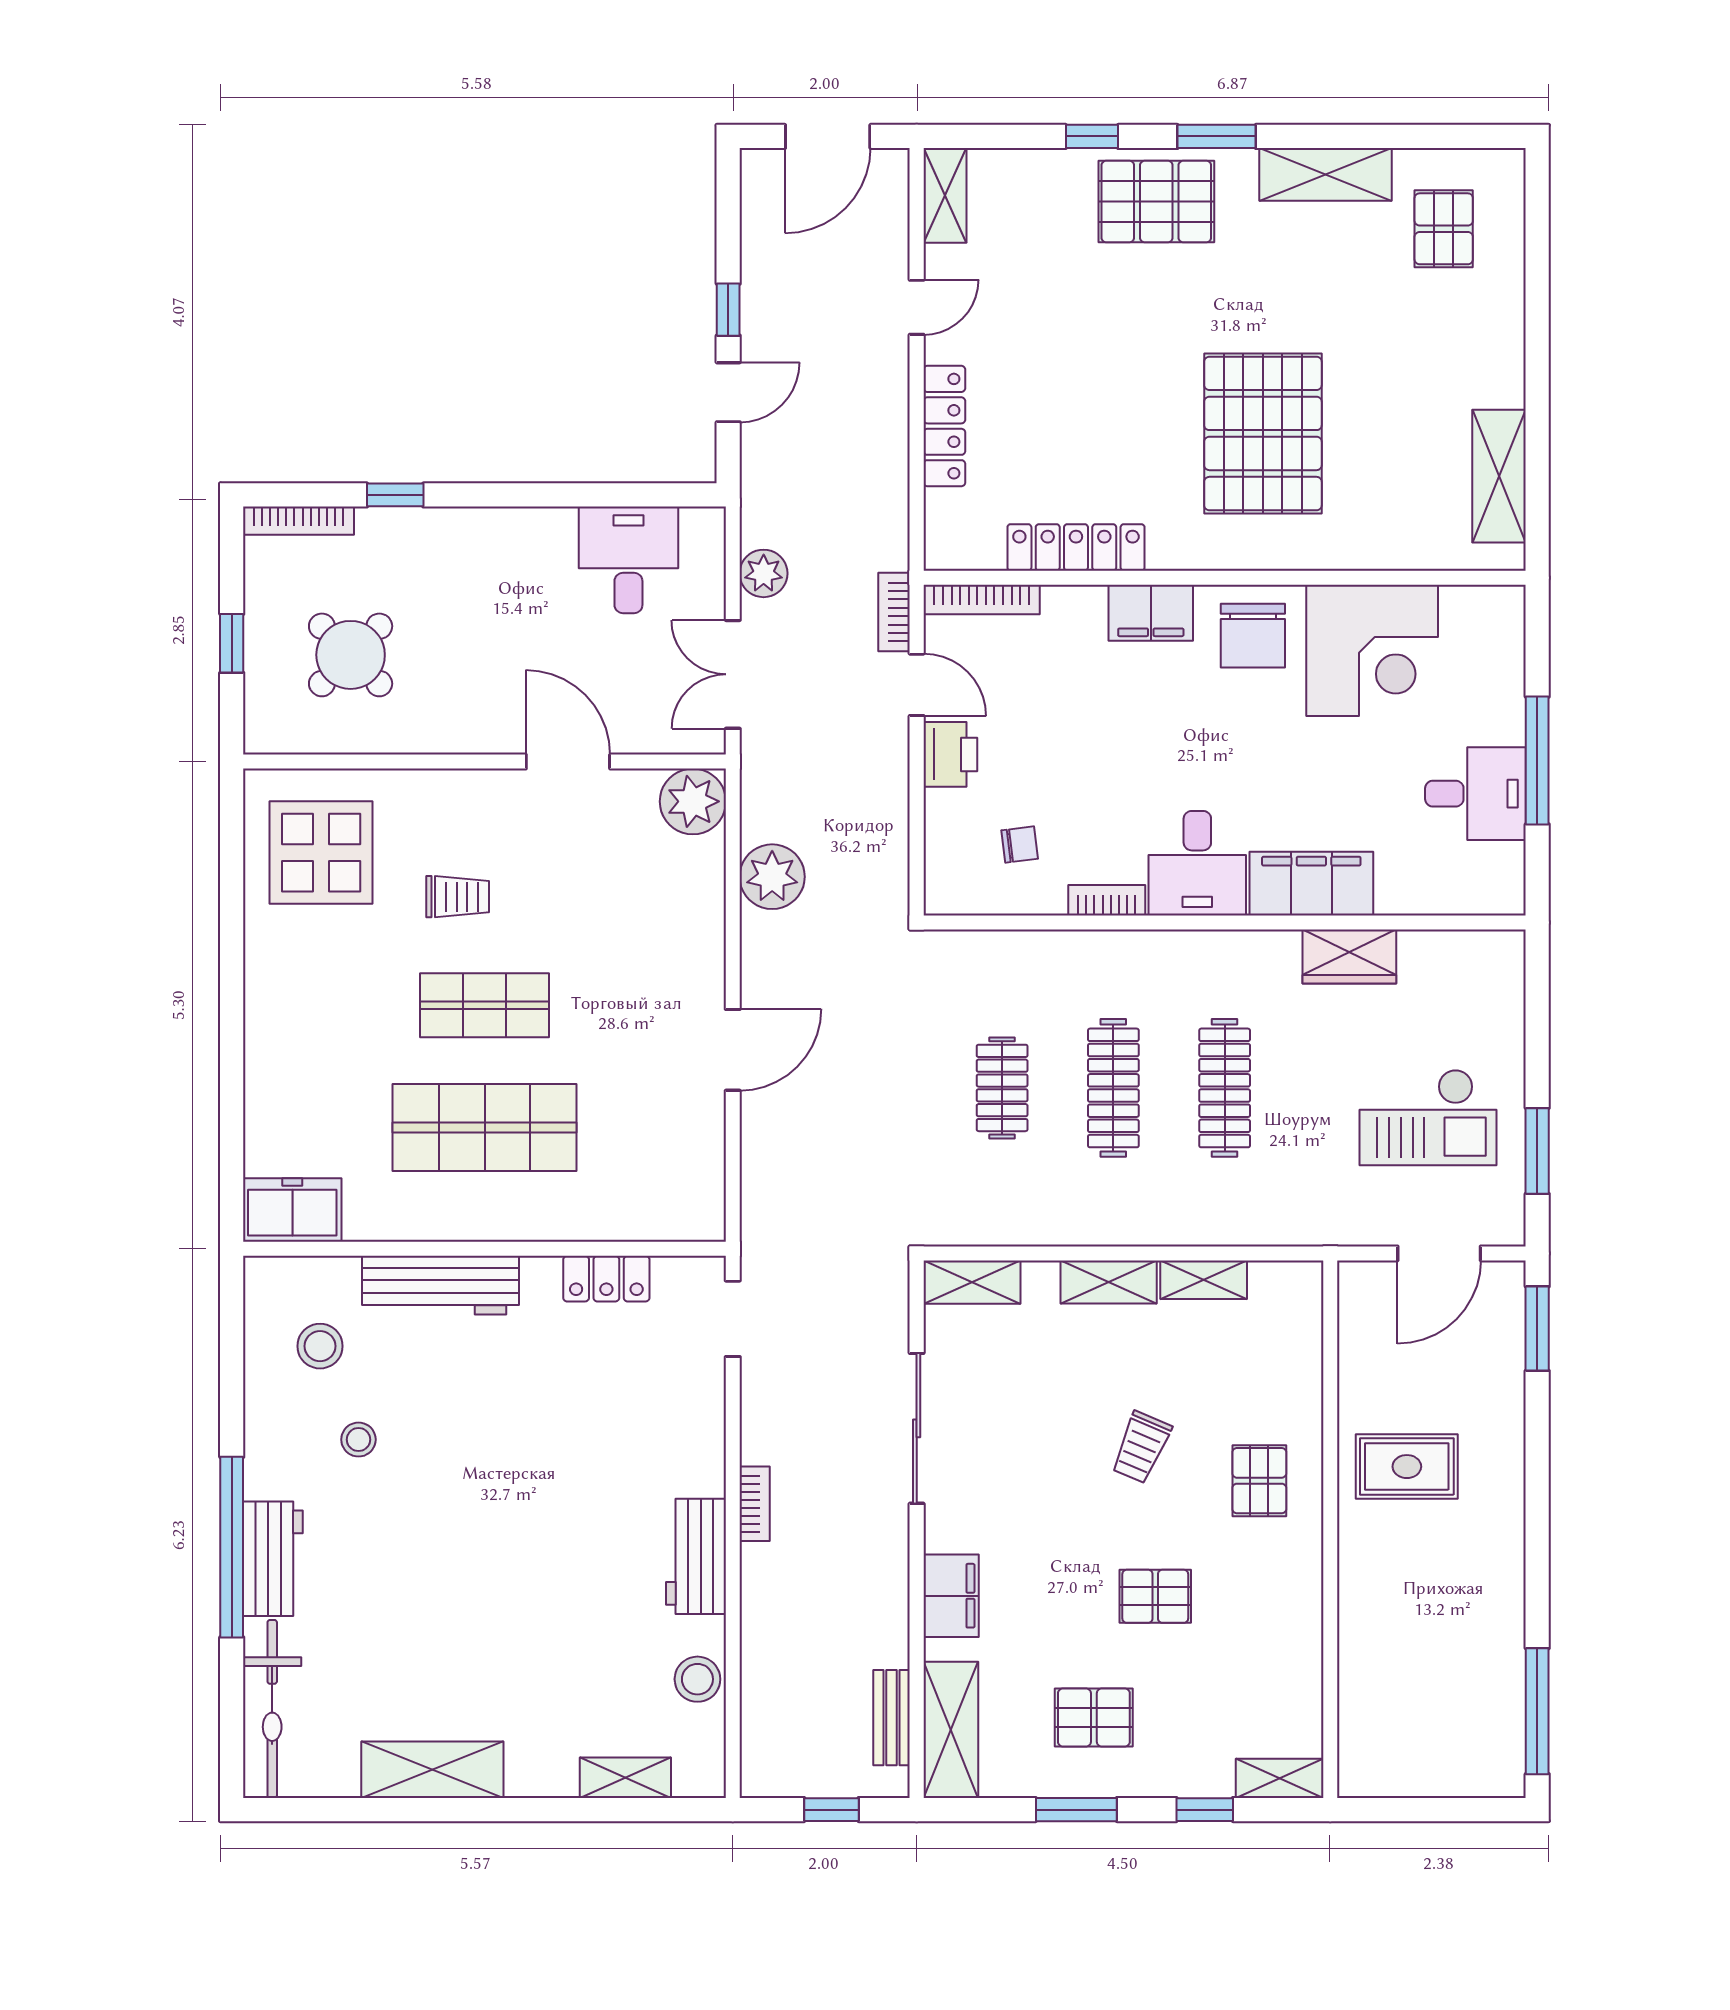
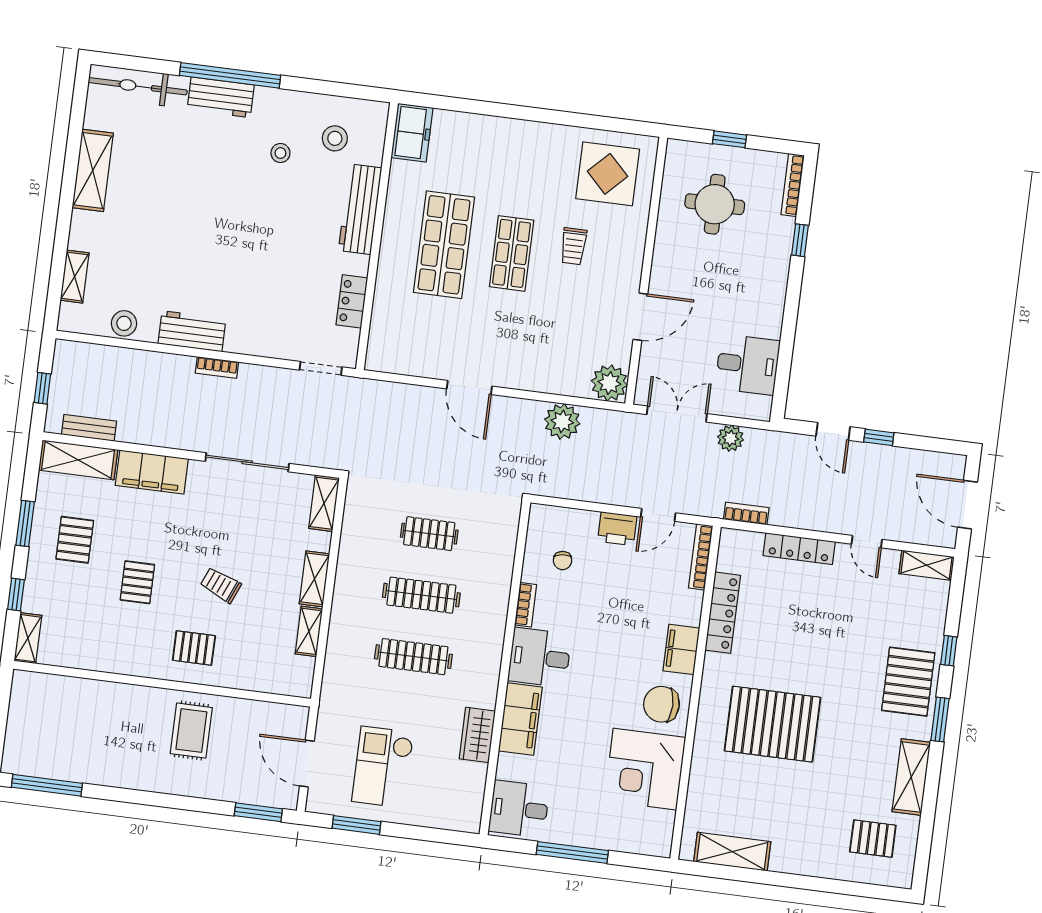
bookcase: (894, 612) -> (746, 514), moved
round table: (351, 655) -> (715, 204), turned 45
desk: (1475, 794) -> (519, 809), moved, turned 90
filing cabinet: (951, 1596) -> (152, 472), width x1.50, depth x1.17

